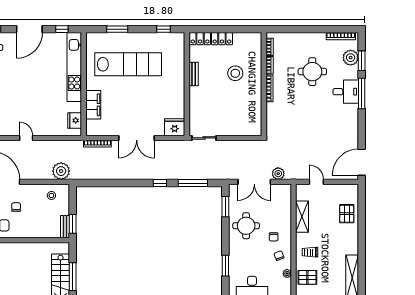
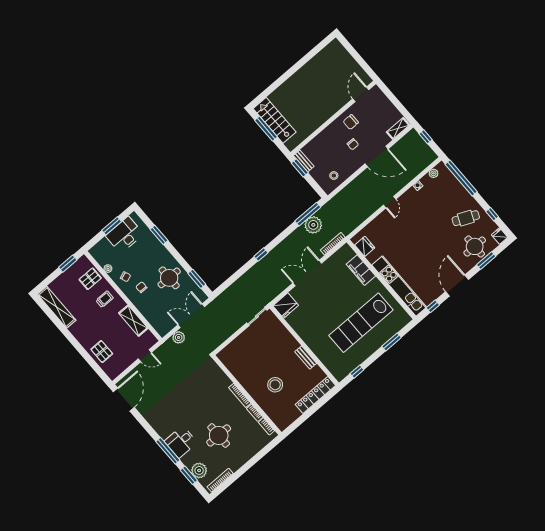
door: (26, 138) -> (390, 202), hinge flipped
plant: (61, 171) -> (313, 225), moved
window: (193, 183) -> (308, 214), moved

